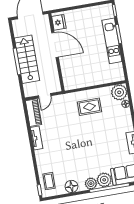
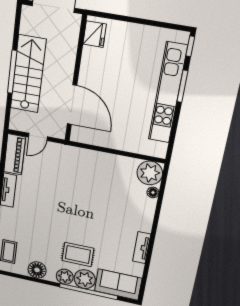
kitchen unit: (112, 41) -> (168, 93), width x1.36
door: (55, 45) -> (72, 105), moved
rug: (89, 107) -> (78, 254), moved

